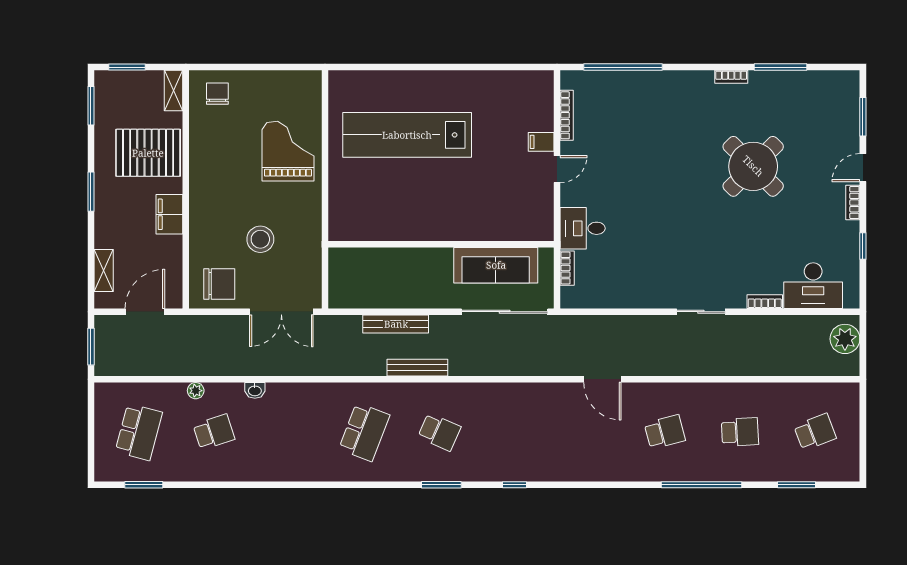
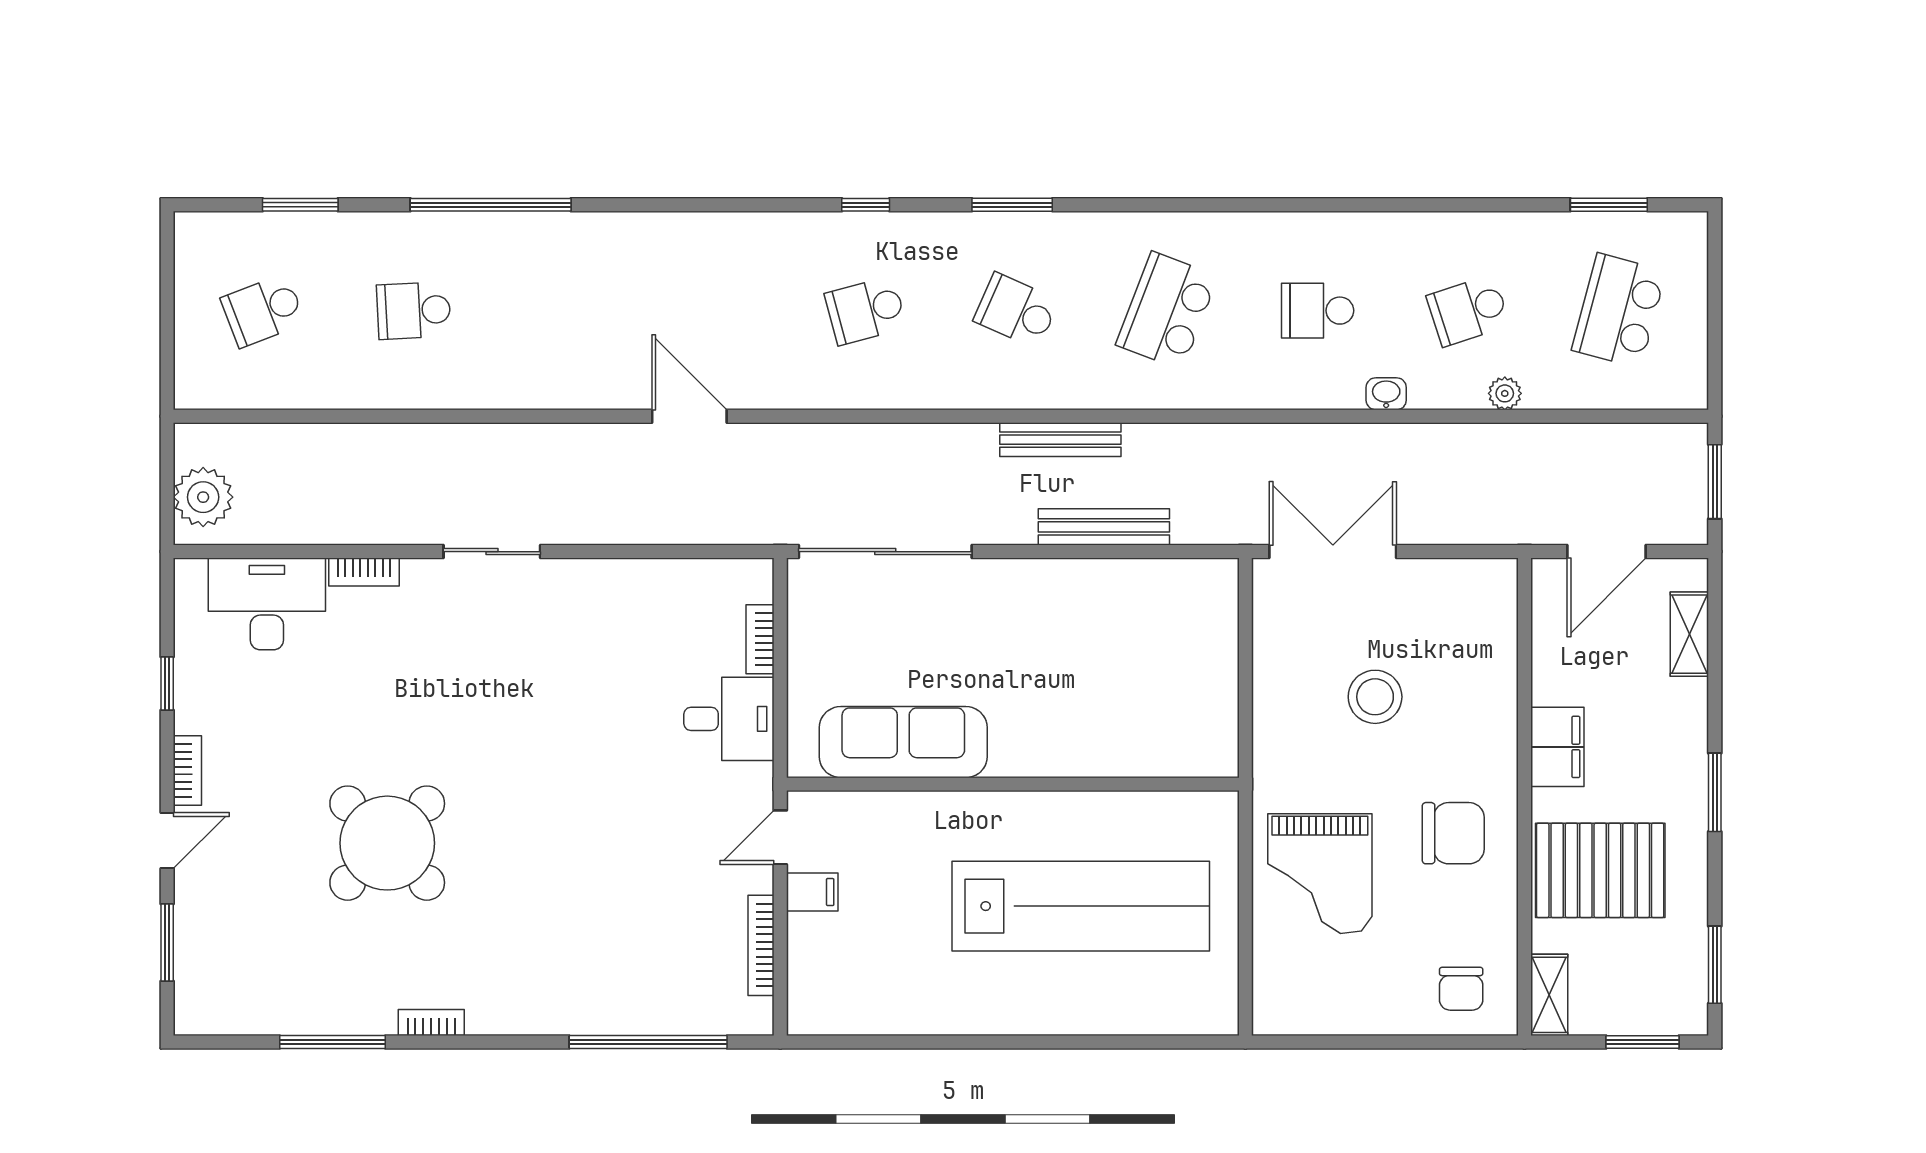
wall: (441, 244) -> (1013, 784), moved
sofa: (496, 265) -> (903, 742), moved
chair: (219, 284) -> (1453, 833), moved, turned 180
school desk: (289, 432) -> (1318, 311), added
school desk: (665, 432) -> (866, 311), moved

